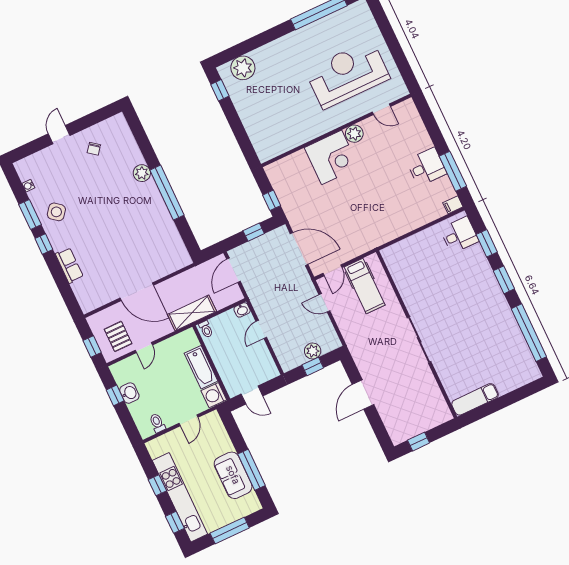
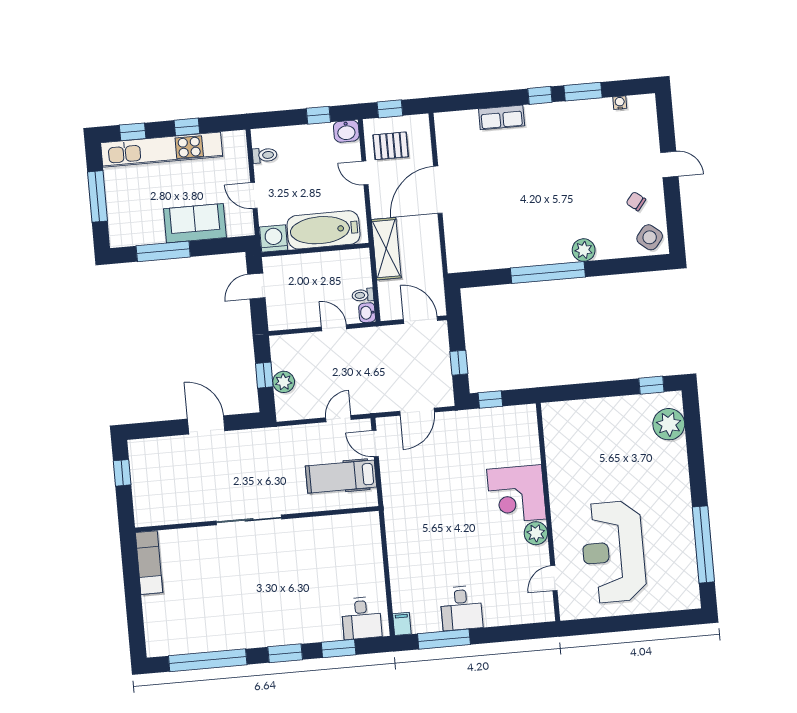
reception desk: (347, 74) -> (613, 552), turned 180
side table: (56, 212) -> (650, 237), moved
door: (299, 249) -> (417, 412), width x0.73
toilet: (206, 329) -> (363, 295), moved
bathtub: (201, 367) -> (323, 230), width x1.36, depth x1.36
washbasin: (129, 393) -> (346, 131), moved
sofa: (233, 475) -> (195, 223), moved

